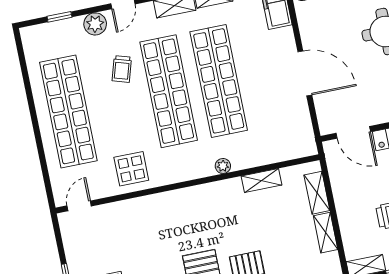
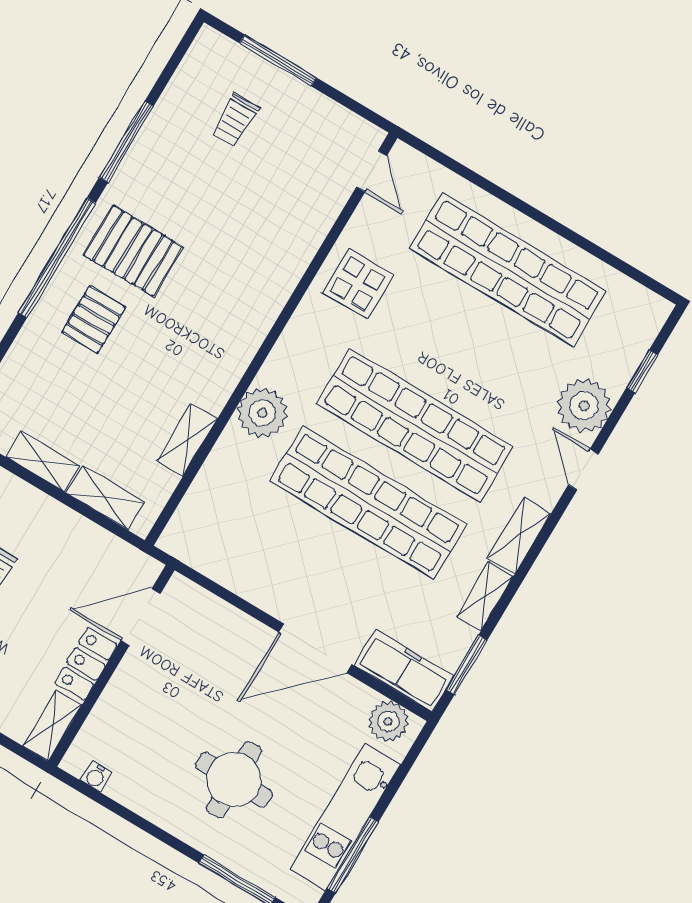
plant: (95, 24) -> (584, 406), width x1.36, depth x1.36
trolley: (122, 69) -> (500, 390), removed
door: (305, 73) -> (315, 648), moved
plant: (223, 166) -> (262, 413), width x1.88, depth x1.88

